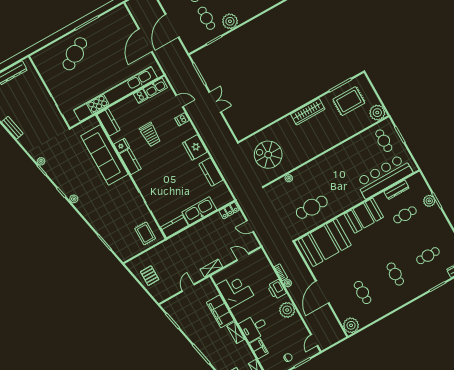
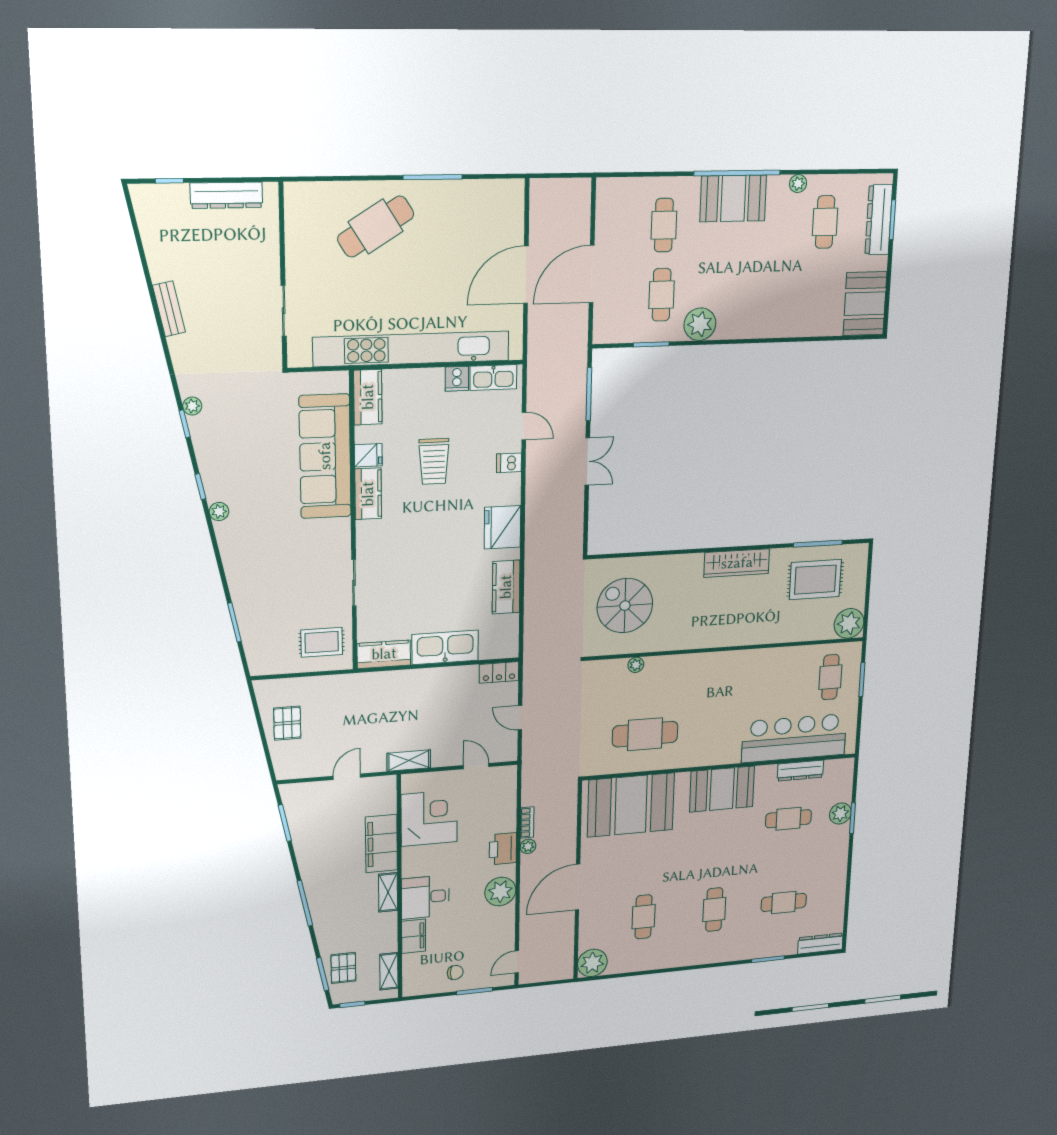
rug: (145, 234) -> (322, 642), turned 90

